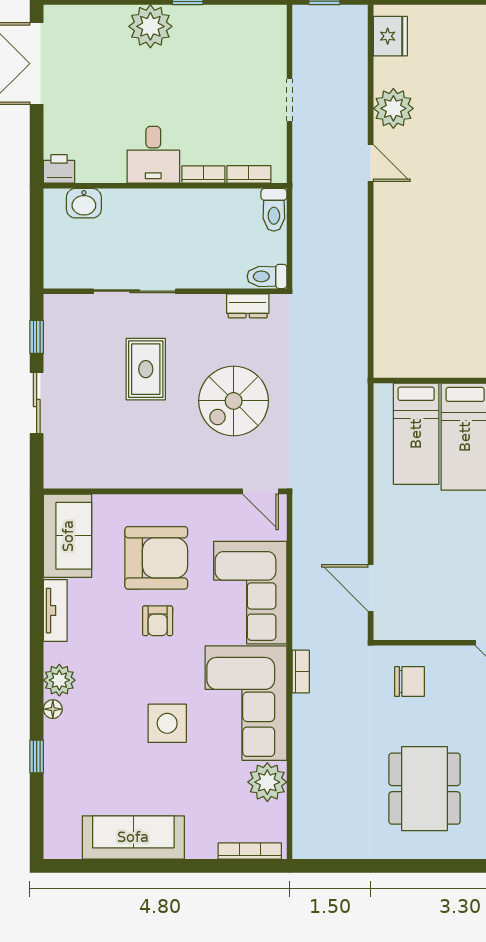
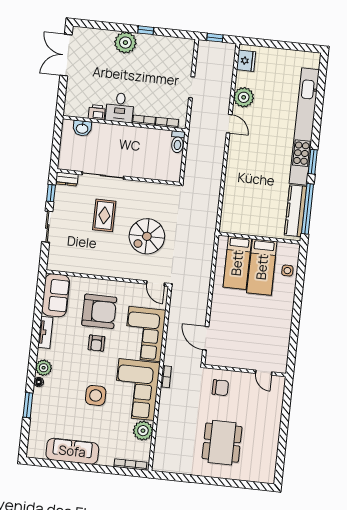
printer: (59, 169) -> (97, 112), moved
toilet: (267, 276) -> (171, 175), removed
dresser: (248, 306) -> (67, 179), moved
window: (37, 756) -> (28, 405), width x1.50

